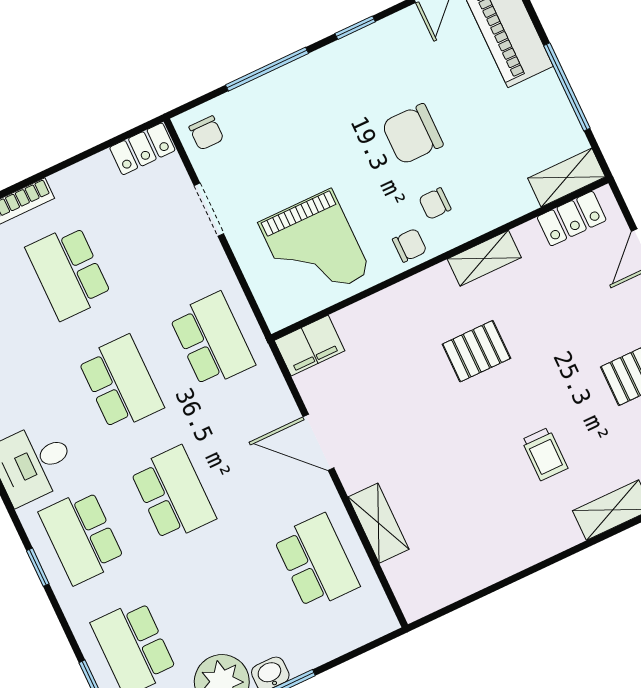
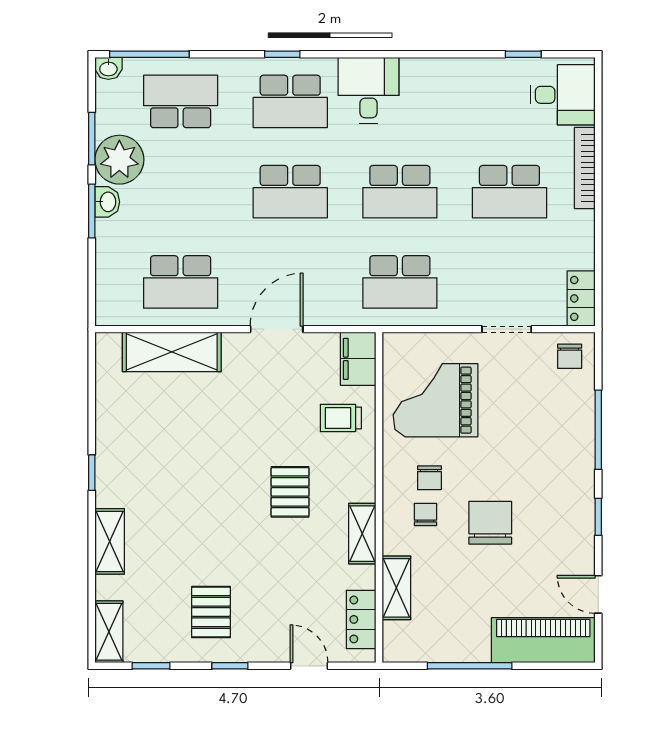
chair: (206, 133) -> (570, 356), turned -90
shelving: (566, 178) -> (396, 588), moved
chair: (410, 245) -> (429, 478), moved
school desk: (69, 272) -> (509, 192), turned 180
trolley: (545, 454) -> (341, 418), moved
shelving: (379, 523) -> (172, 352), width x1.50, depth x1.33
school desk: (82, 537) -> (290, 101), turned 180
window: (551, 561) -> (92, 473), added

